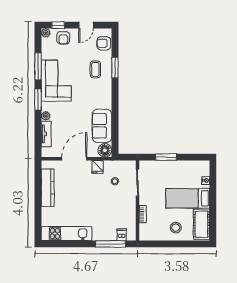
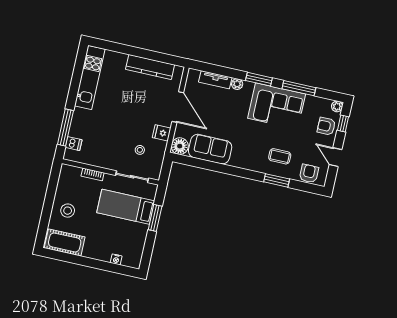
bed: (188, 198) -> (126, 207), moved, turned -90

